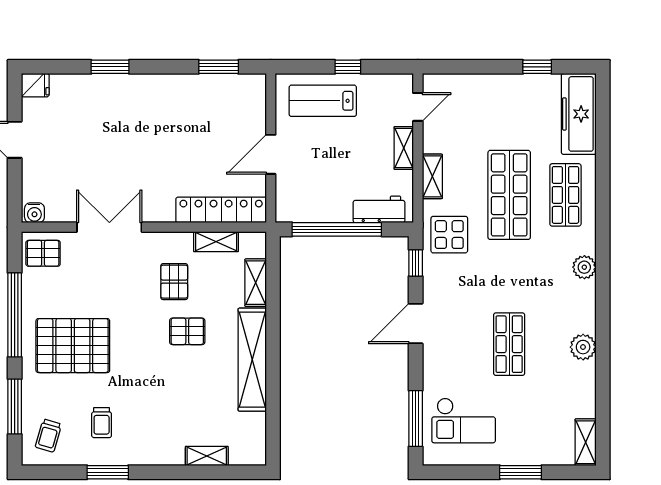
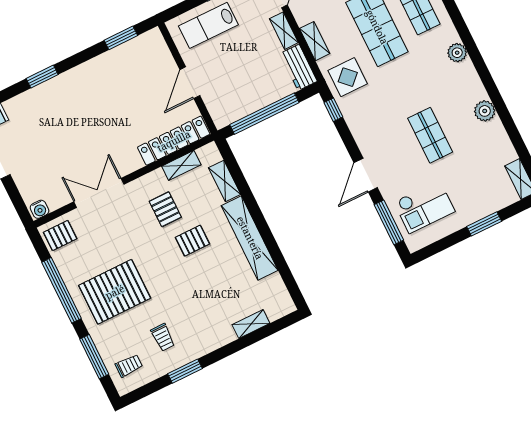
workbench: (379, 209) -> (299, 67), moved, turned -90
door: (416, 323) -> (366, 175), moved
trolley: (48, 436) -> (129, 366), turned -106

